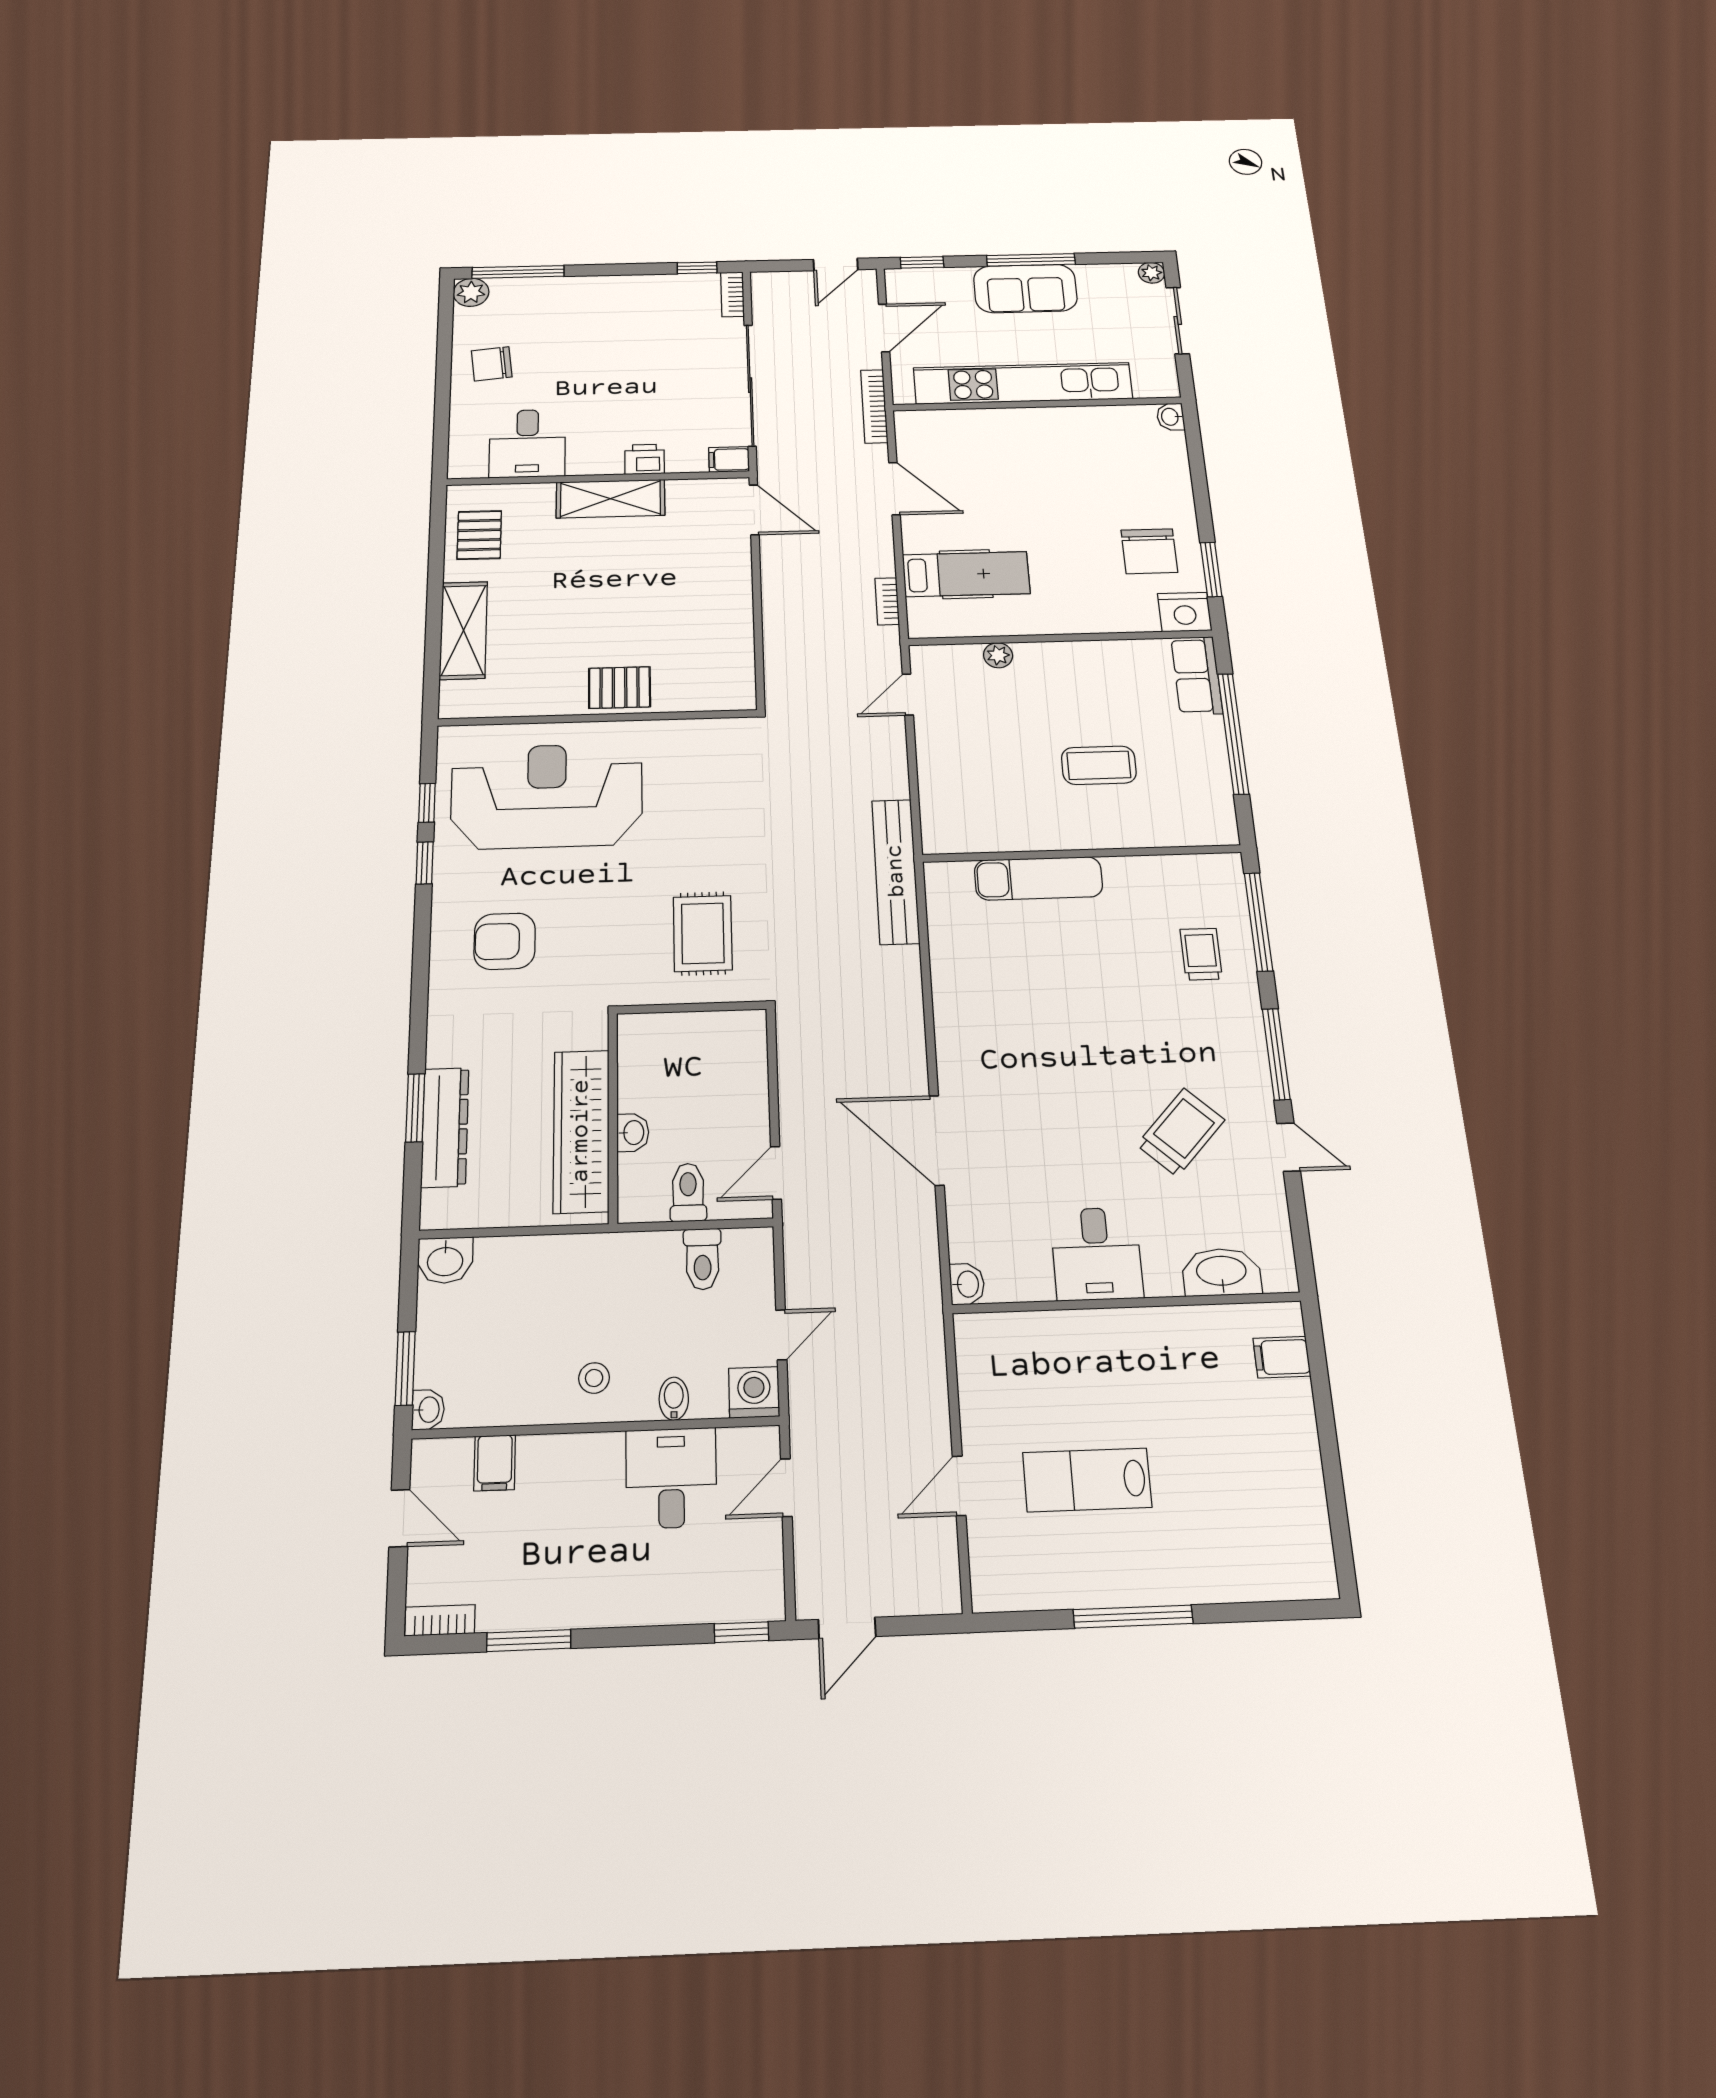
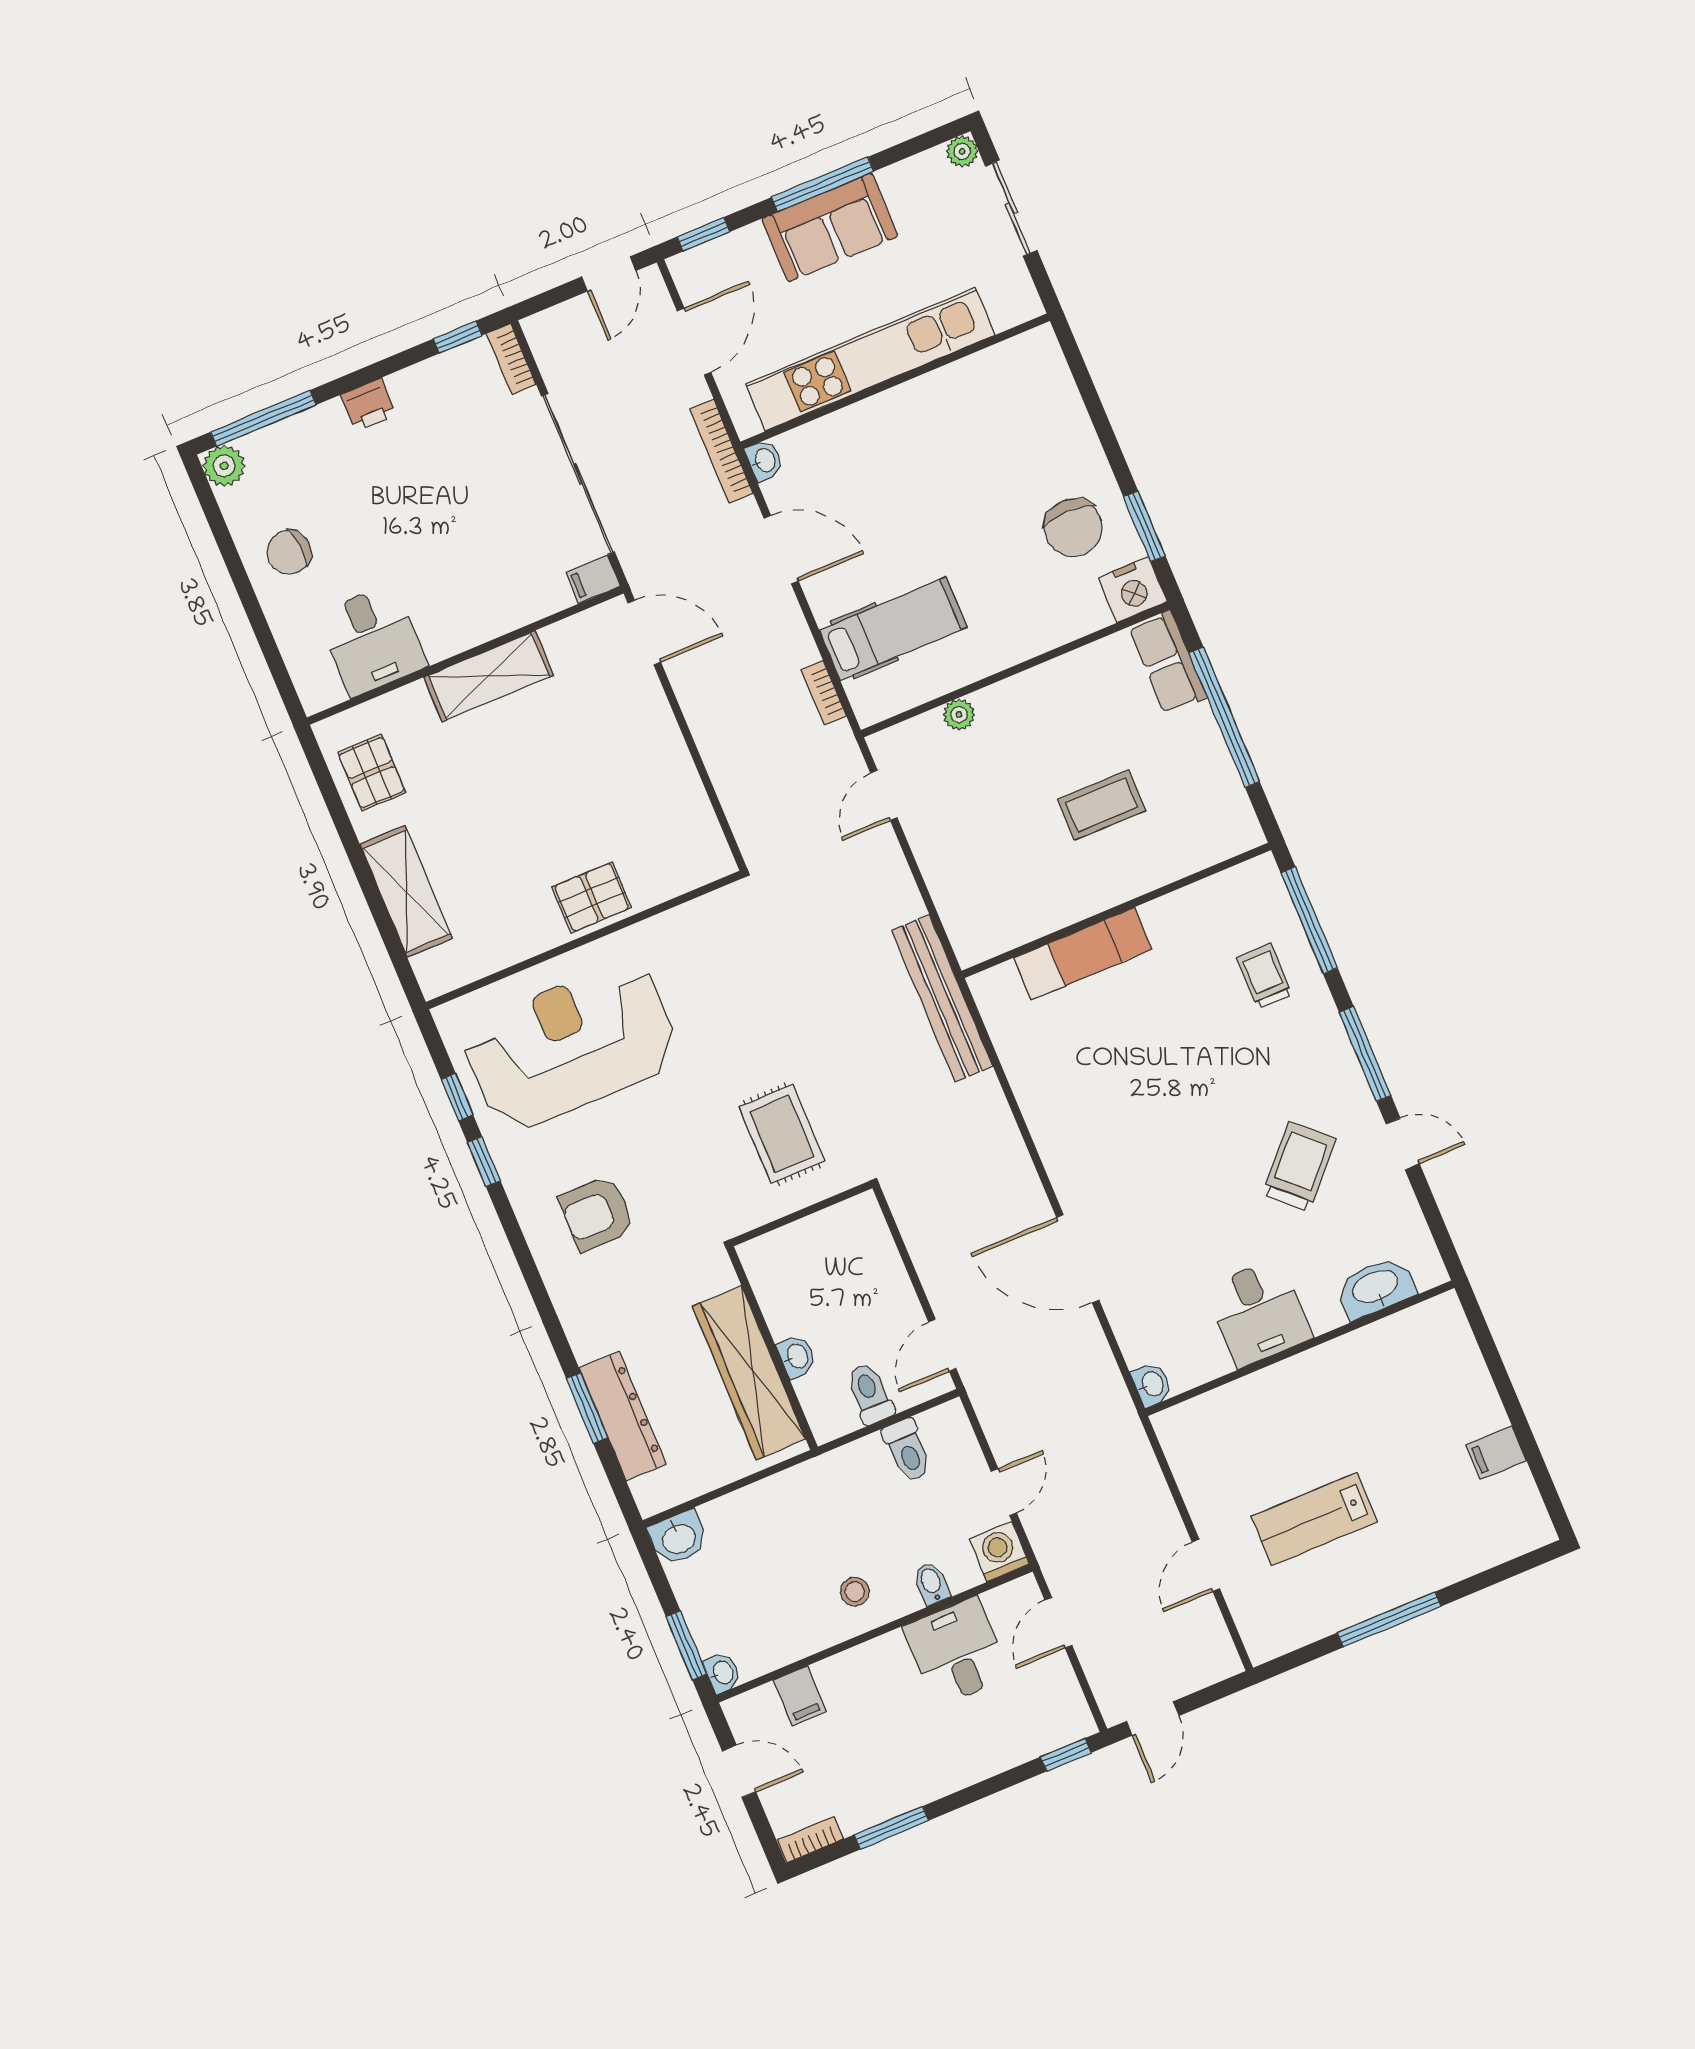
washbasin: (1171, 417) -> (764, 460), moved, turned 180
printer: (645, 459) -> (368, 405), moved, turned 180
filing cabinet: (1282, 1357) -> (1496, 1453), moved

